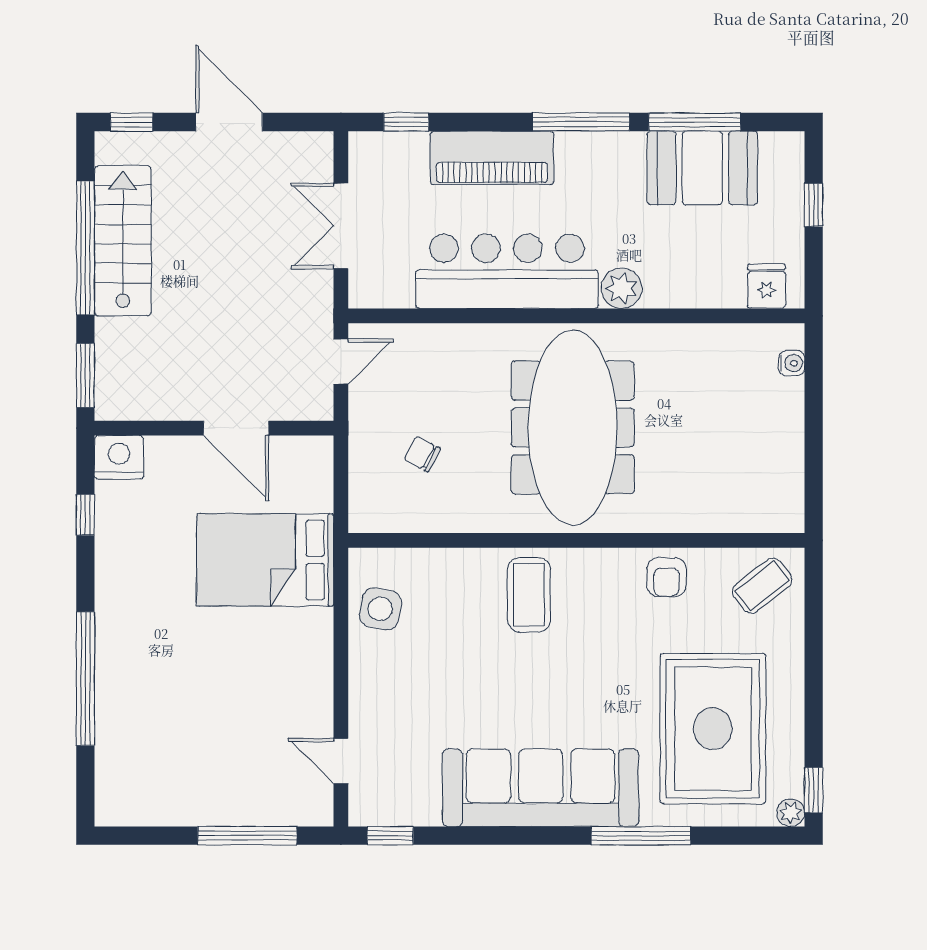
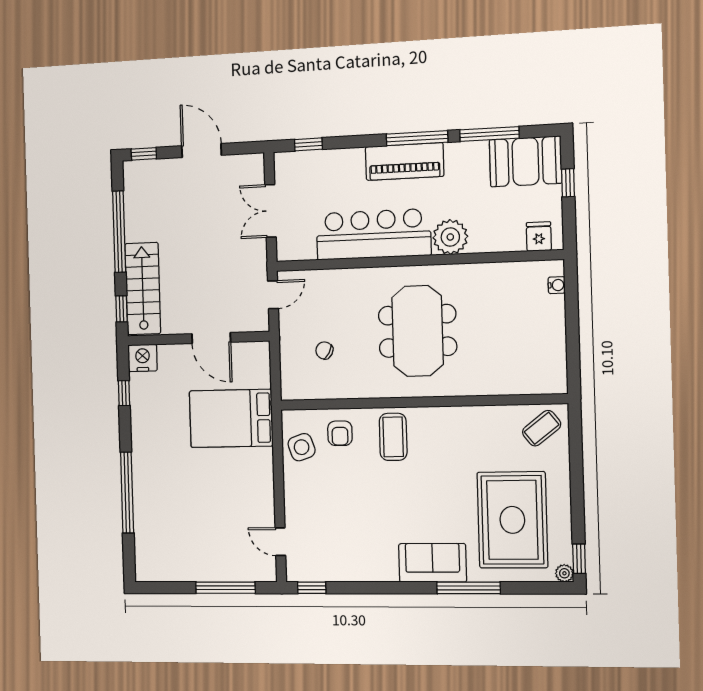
piano: (492, 158) -> (405, 161), moved
booth: (702, 168) -> (526, 161), moved
stairs: (123, 241) -> (143, 289), moved
plant: (622, 288) -> (450, 237), width x1.36, depth x1.36
window: (85, 375) -> (122, 309), width x0.67
meeting table: (573, 427) -> (418, 331), width x0.73
armchair: (667, 577) -> (340, 433), moved
side table: (380, 609) -> (302, 447), turned -30
sofa: (541, 788) -> (432, 563), width x0.54, depth x0.79

